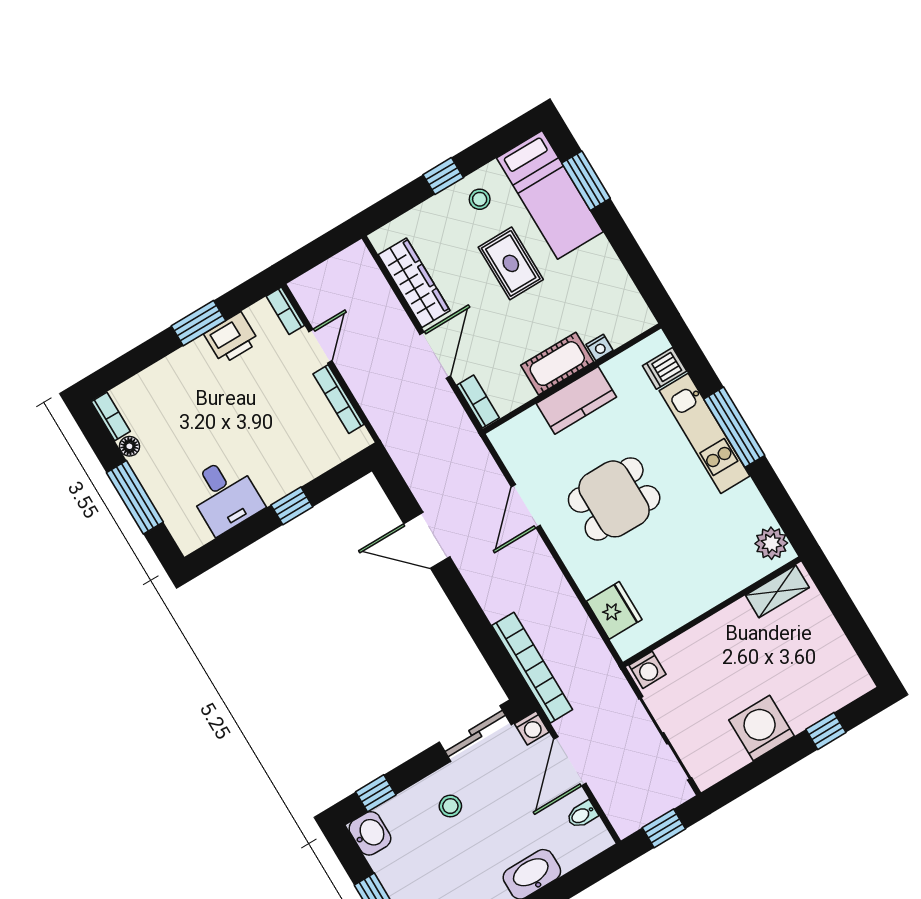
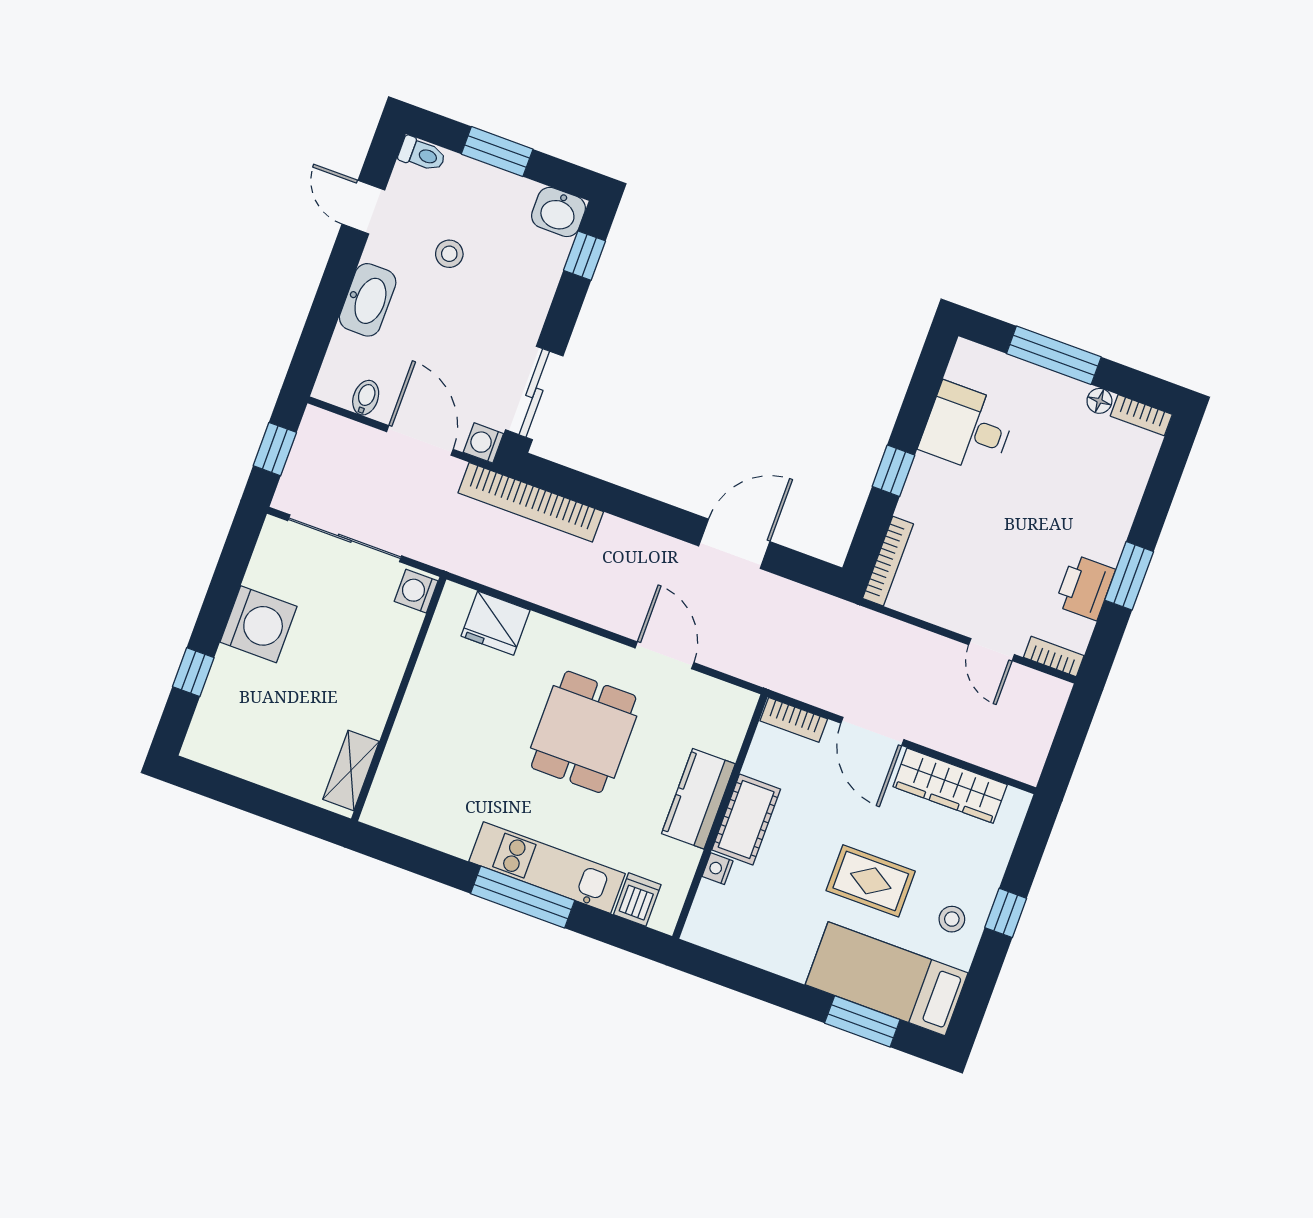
bookcase: (338, 399) -> (888, 561), moved, turned 90
plant: (771, 543) -> (395, 813), removed
stool: (450, 806) -> (449, 254), moved

